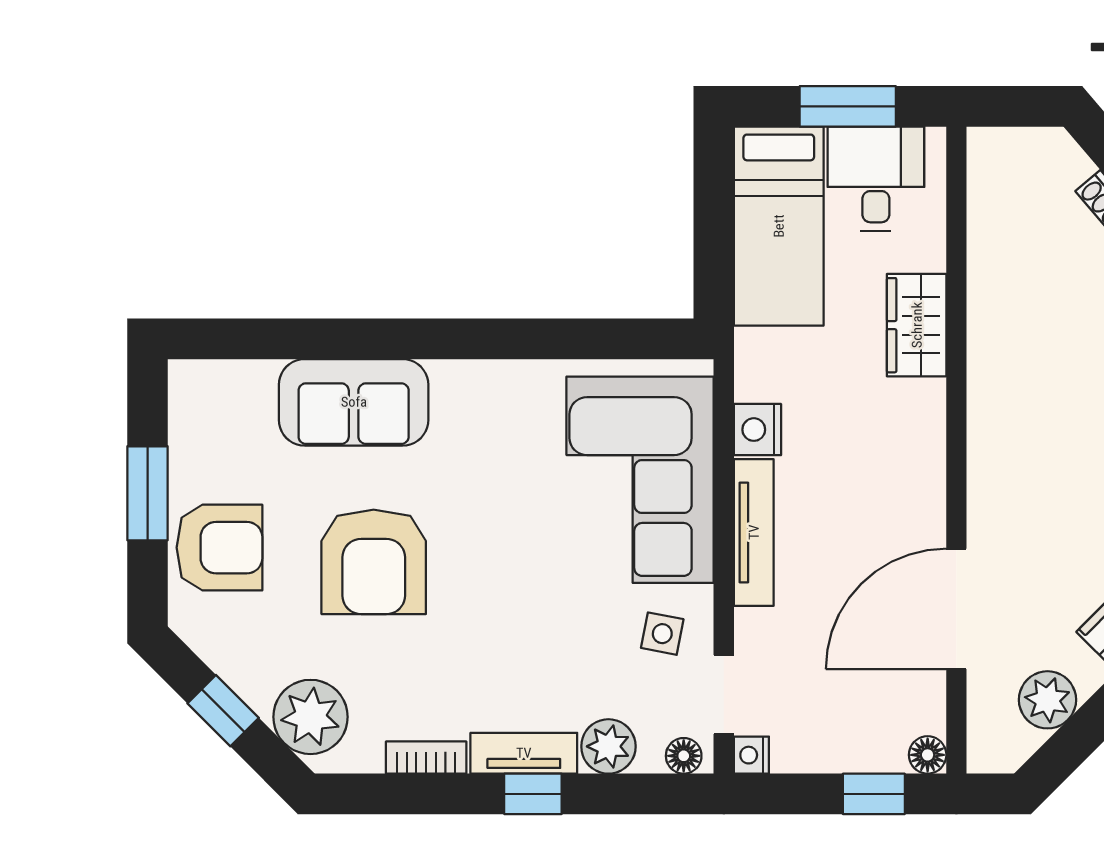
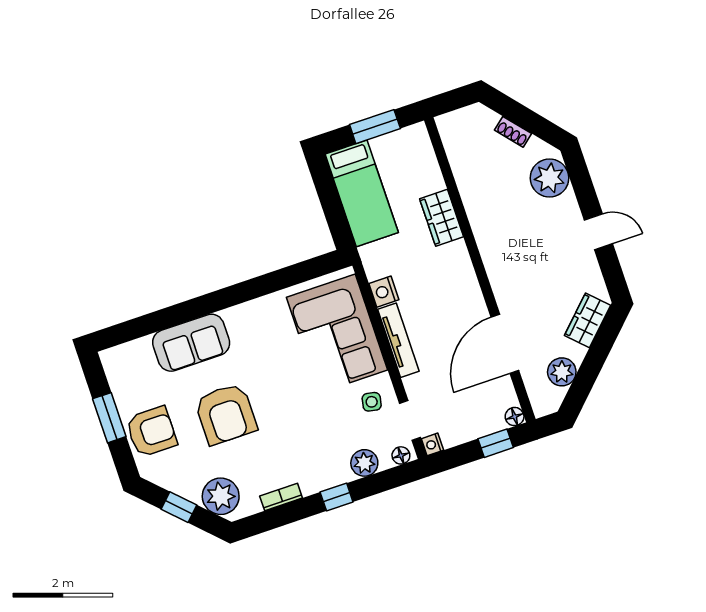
desk: (876, 179) -> (399, 156), removed
tv unit: (524, 753) -> (326, 480), removed

